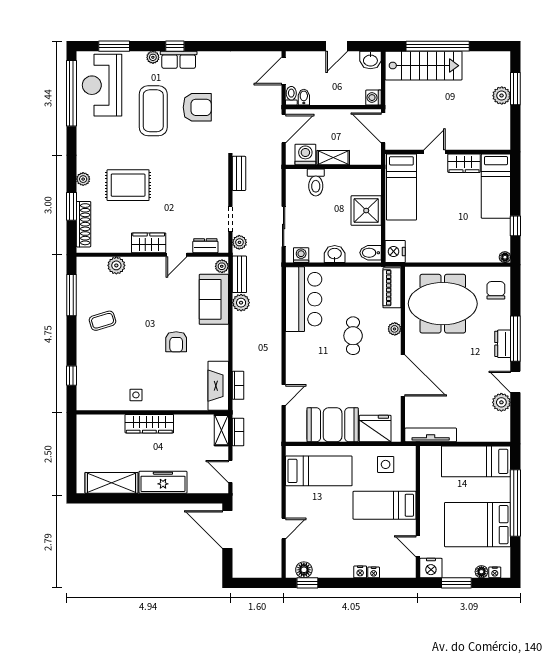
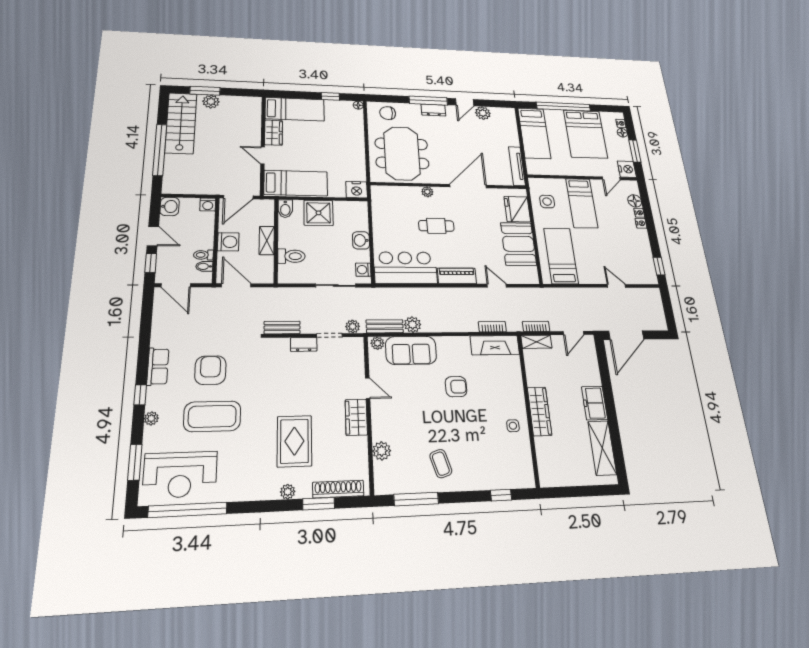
window: (307, 46) -> (151, 263), added
row of seats: (179, 60) -> (158, 366), moved
stairs: (423, 66) -> (181, 123), moved
toilet: (291, 96) -> (203, 255), moved
washing machine: (305, 155) -> (228, 242), moved, turned 180
dresser: (205, 246) -> (304, 344), moved, turned -90
bidet: (371, 253) -> (285, 209), moved
piano: (392, 288) -> (457, 276), moved, turned 180
freezer: (163, 482) -> (594, 403), width x0.71
floor lamp: (304, 570) -> (635, 201), moved

